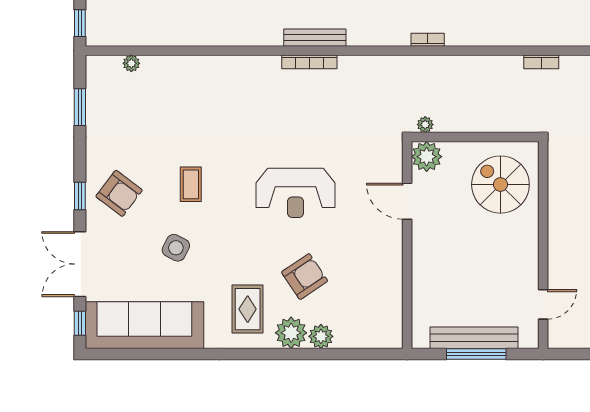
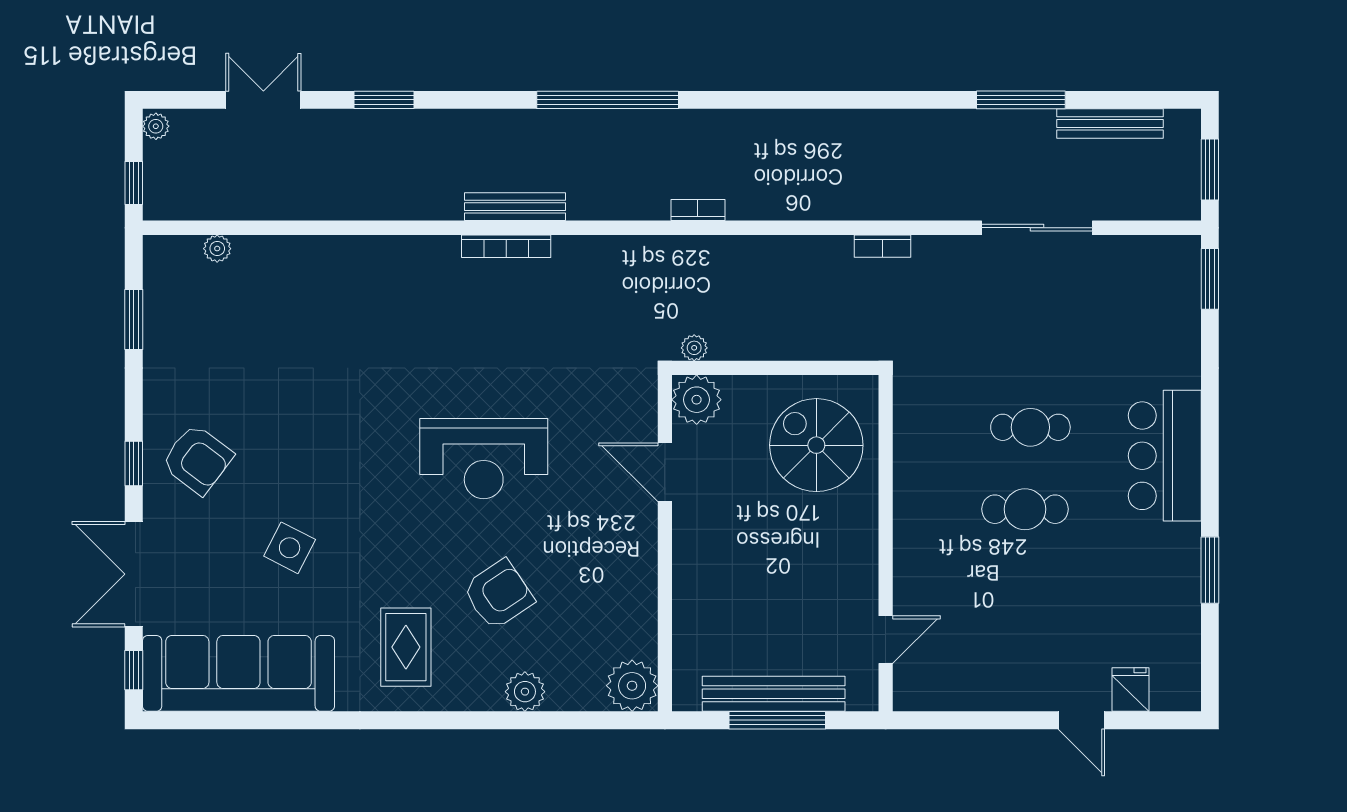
coffee table: (191, 184) -> (314, 445), removed
plant: (291, 333) -> (632, 686), moved

